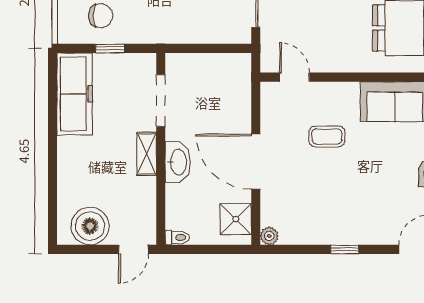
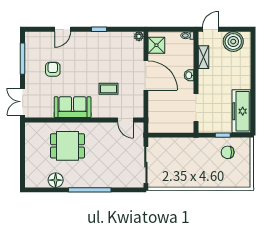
shelving: (147, 154) -> (203, 57), moved
washbasin: (178, 162) -> (189, 75), width x0.52, depth x0.69

